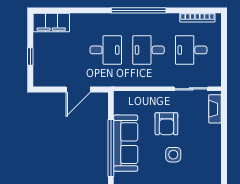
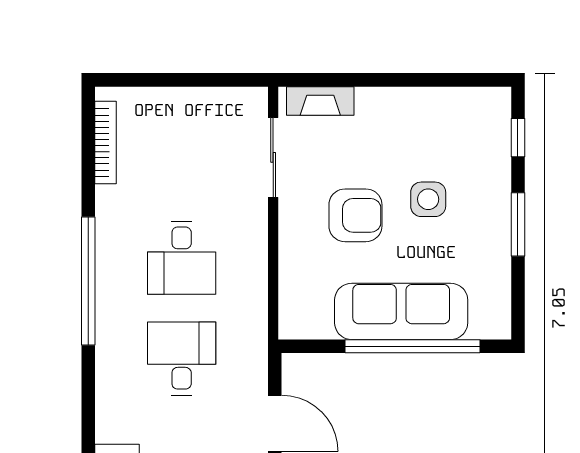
desk: (191, 50) -> (182, 157), removed

